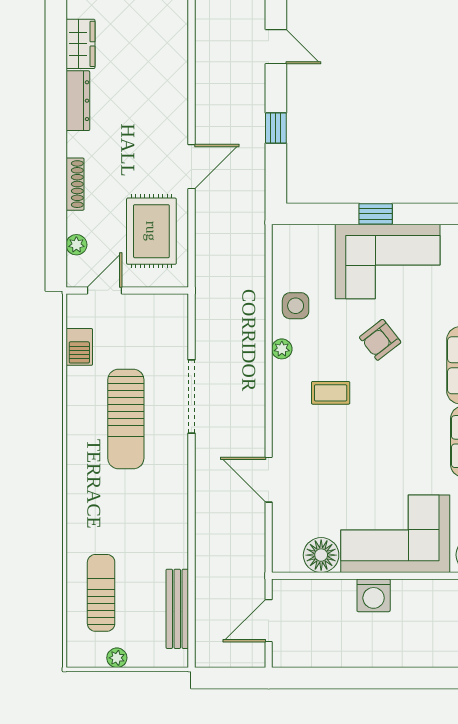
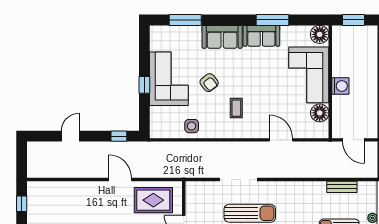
door: (276, 47) -> (70, 136), moved
window: (276, 128) -> (119, 136), moved
plant: (282, 349) -> (214, 133), removed
door: (269, 480) -> (281, 140), swing flipped
bench: (177, 609) -> (342, 187), width x0.73

